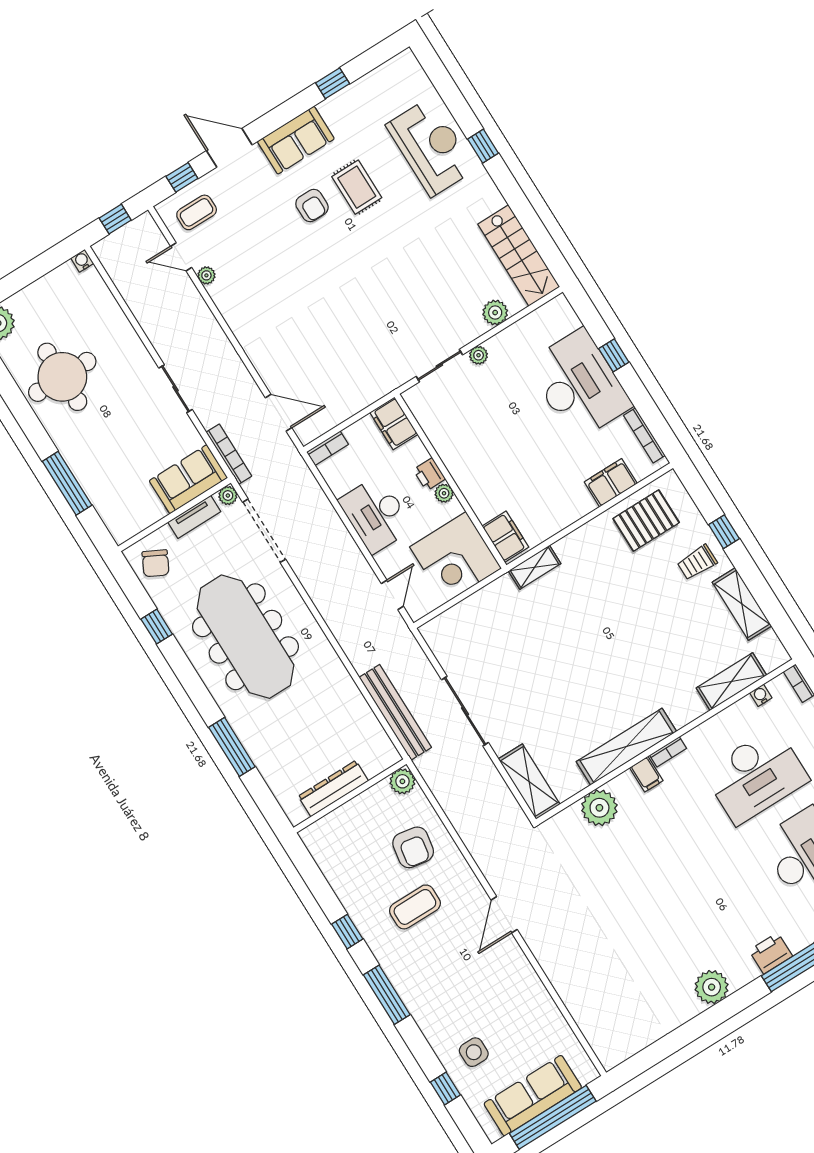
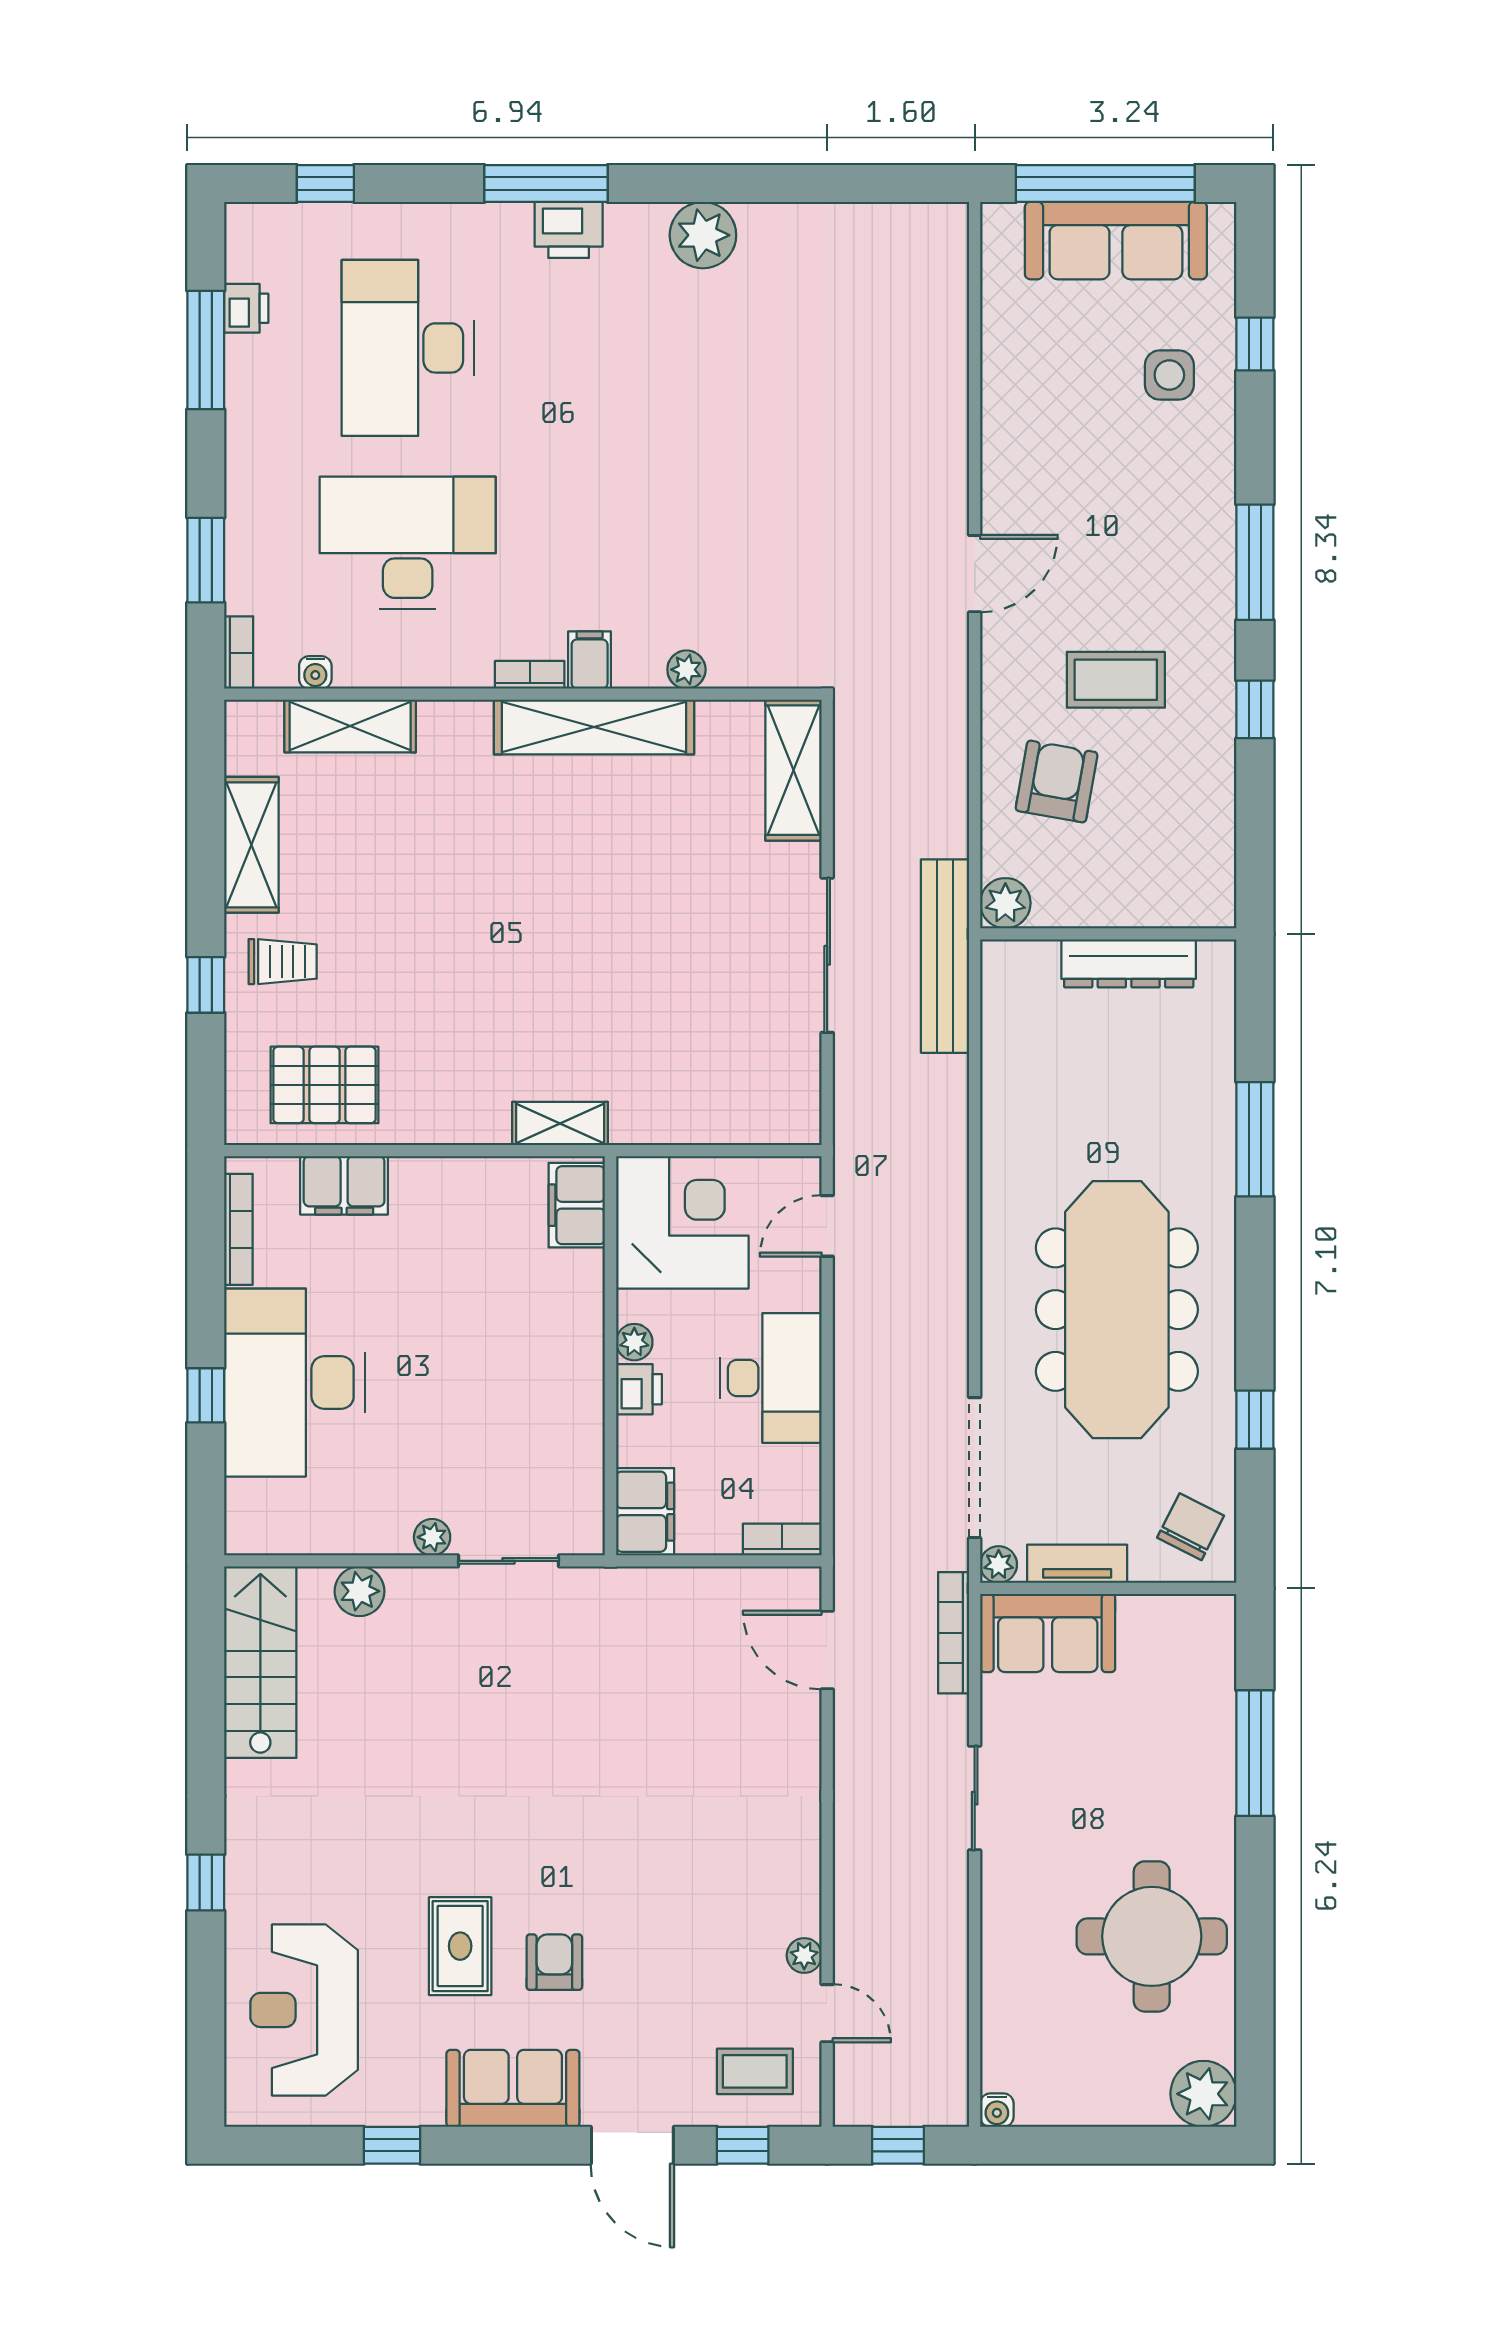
reception desk: (431, 147) -> (304, 2010), moved
bench: (395, 712) -> (945, 956), moved
plant: (599, 808) -> (686, 670), width x0.53, depth x0.53

